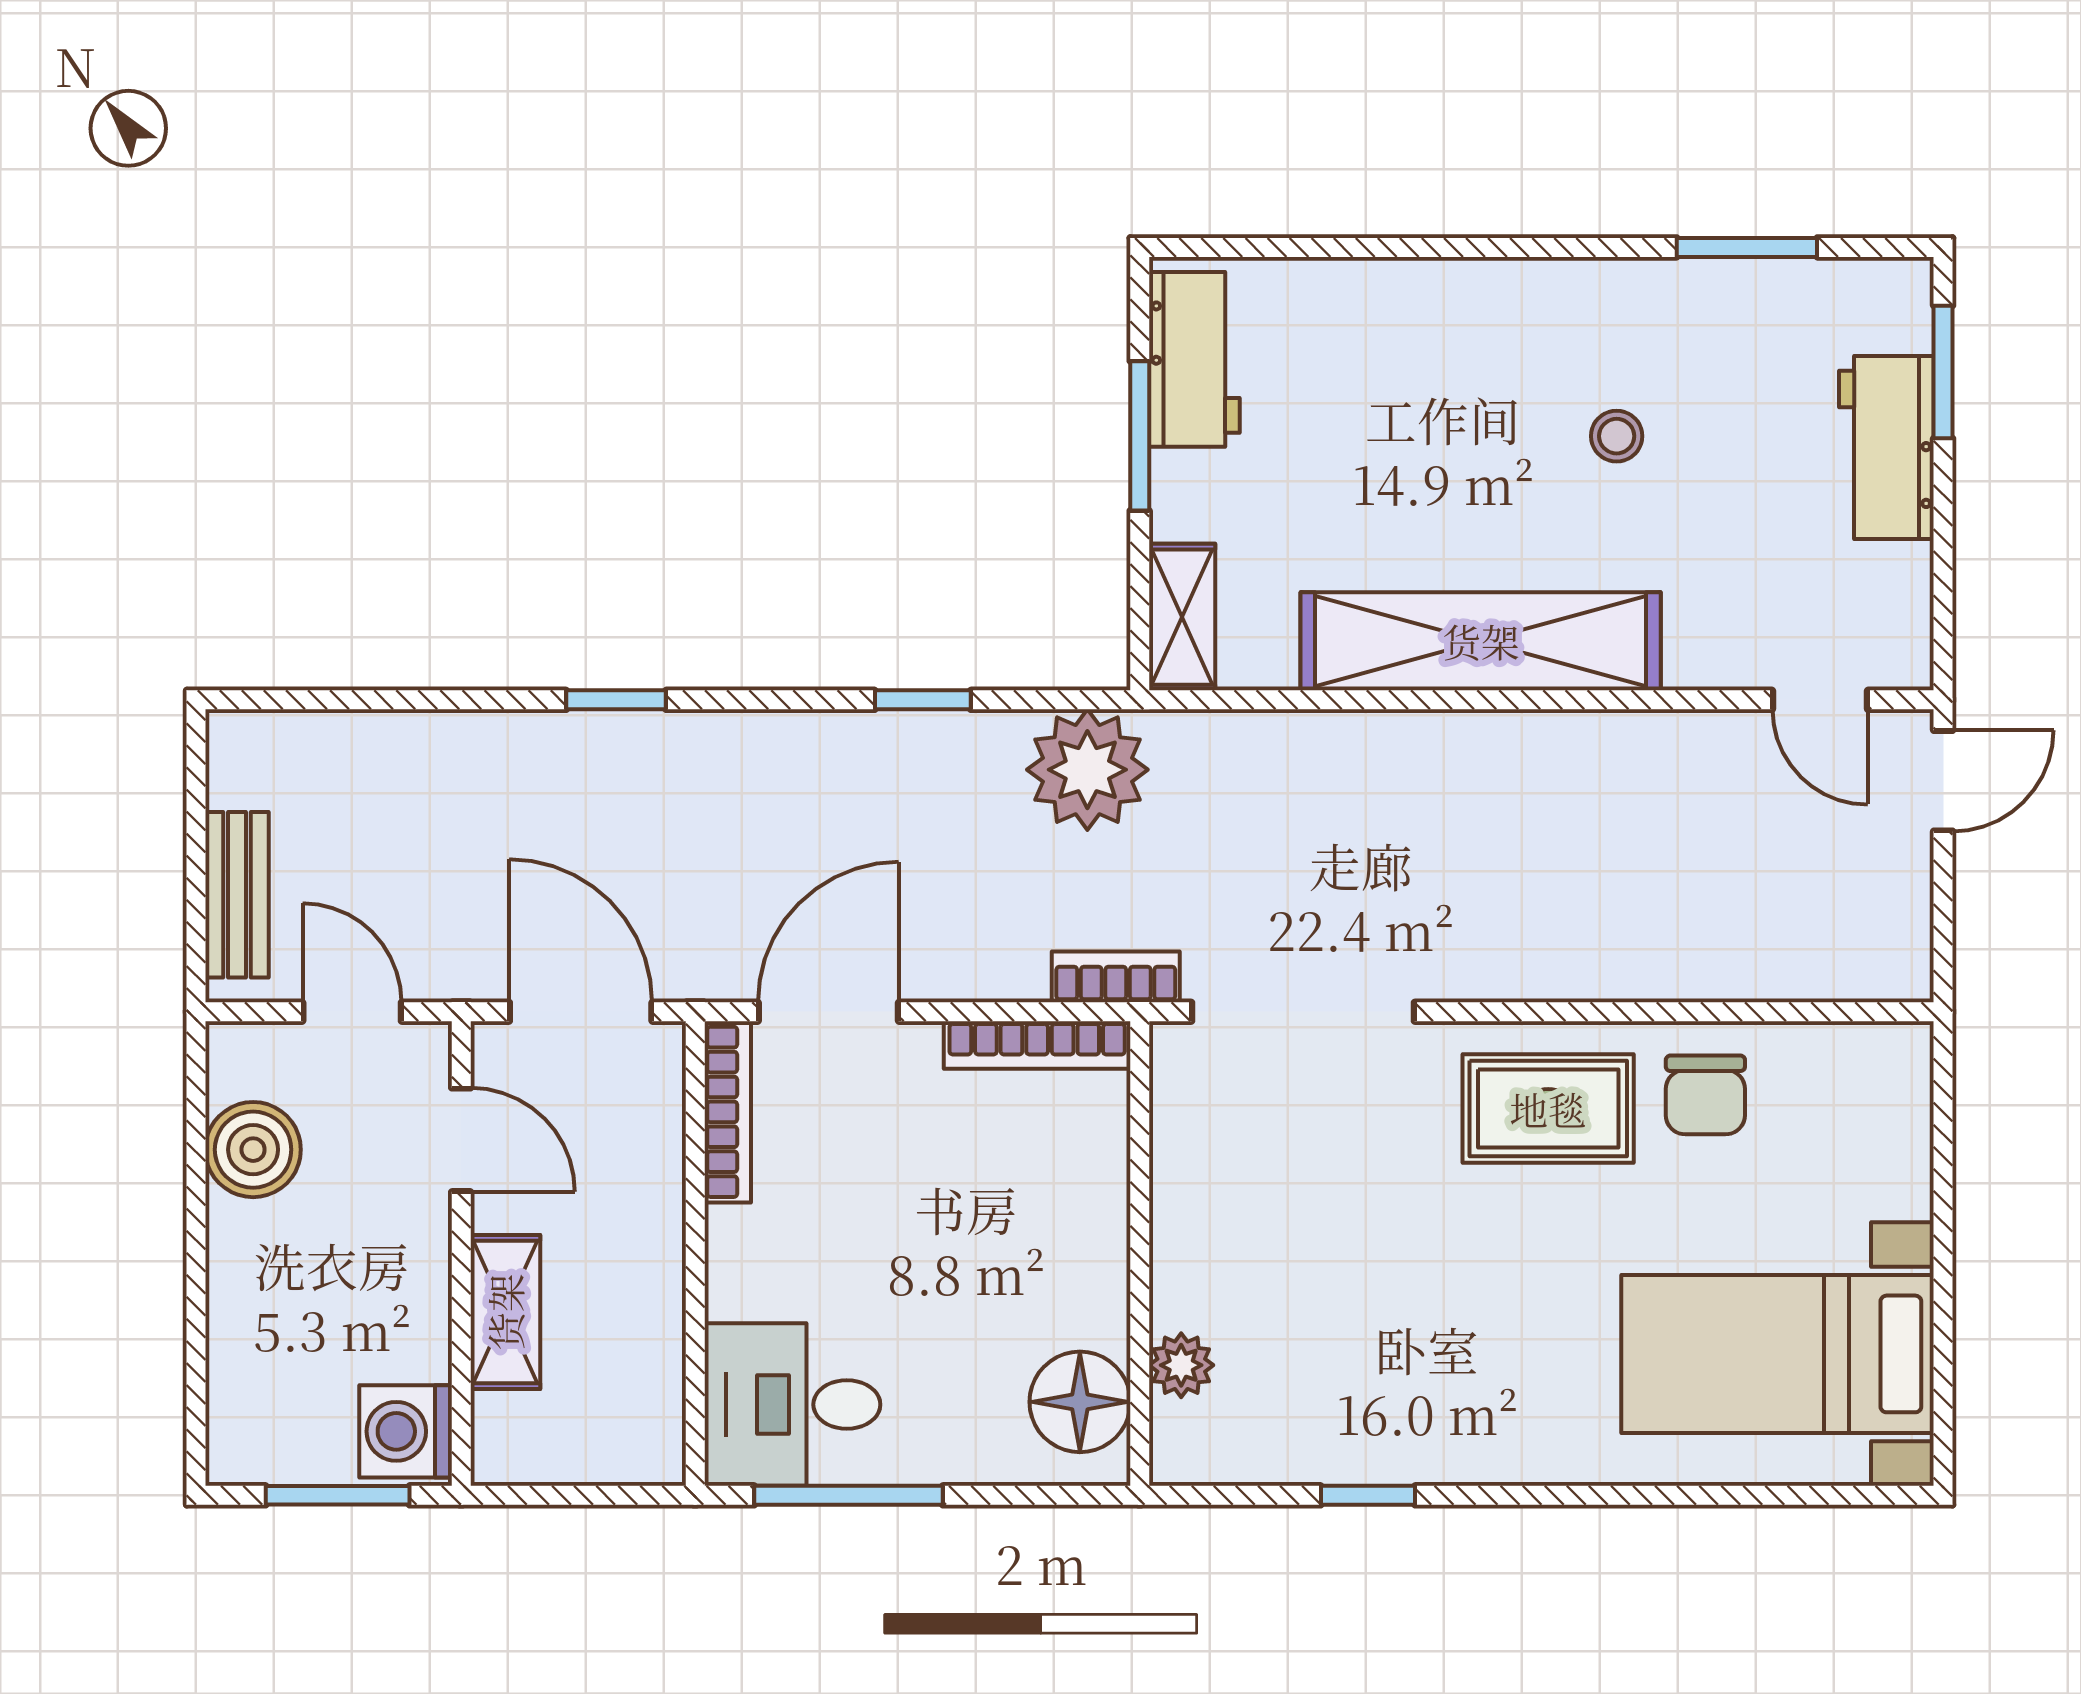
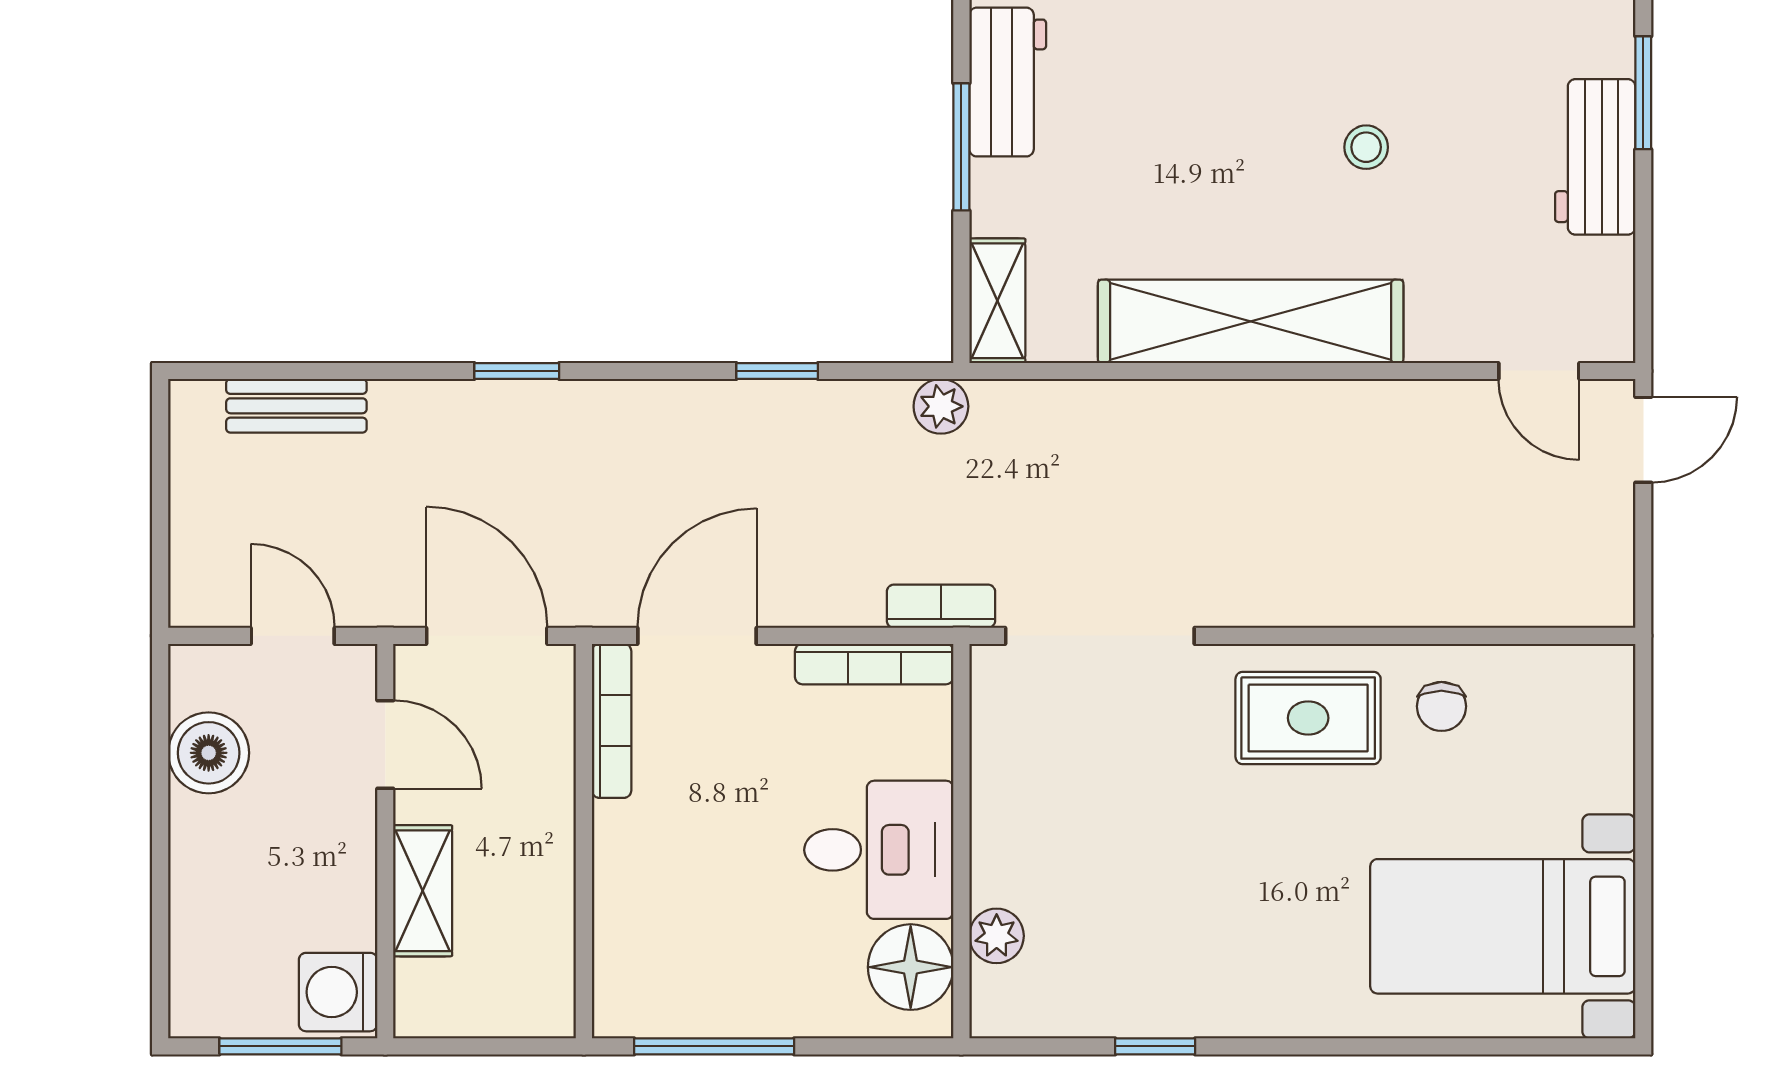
plant: (1087, 770) -> (941, 406), width x0.53, depth x0.53
bench: (237, 895) -> (296, 406), moved, turned 90
chair: (1705, 1095) -> (1441, 706), width x0.73, depth x0.73
desk: (792, 1405) -> (879, 850), moved, turned 180

